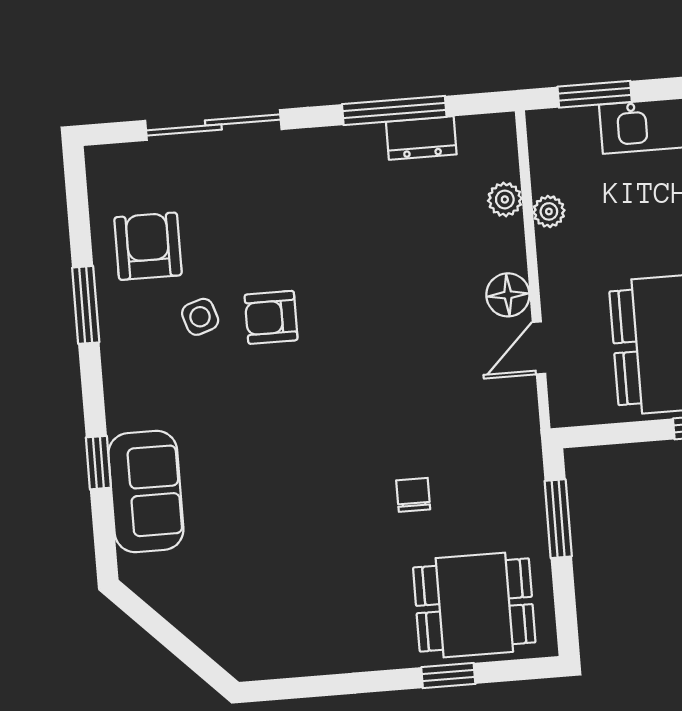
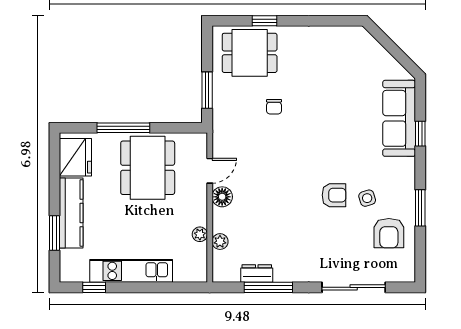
window: (595, 94) -> (174, 287), removed
sofa: (146, 492) -> (399, 118), width x1.36

